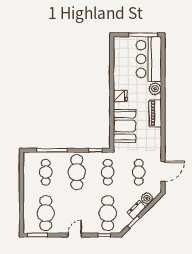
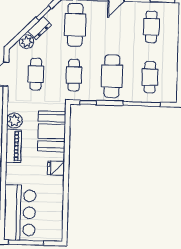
plant: (155, 89) -> (14, 121), moved
cafe table: (46, 213) -> (151, 27), width x0.73, depth x0.74

